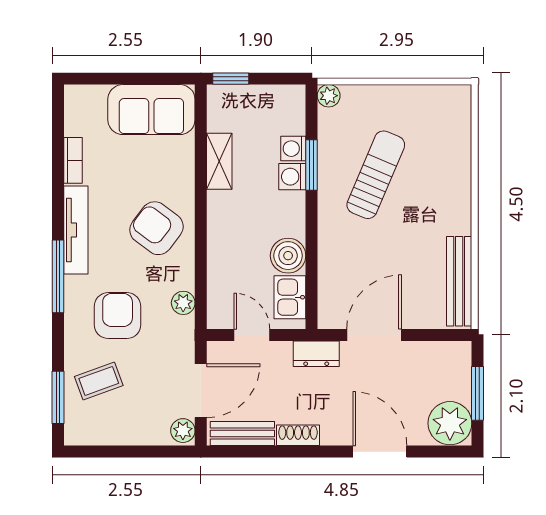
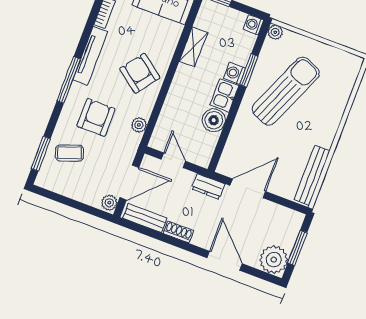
washing machine: (293, 149) -> (253, 25), moved
sun lounger: (376, 175) -> (286, 91), width x1.36, depth x1.34
kitchen sink: (290, 297) -> (224, 95), moved

